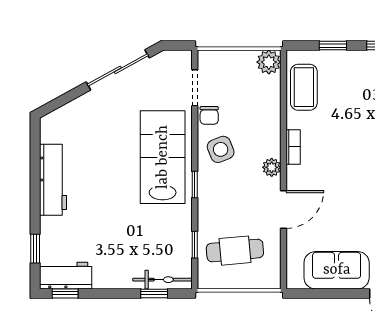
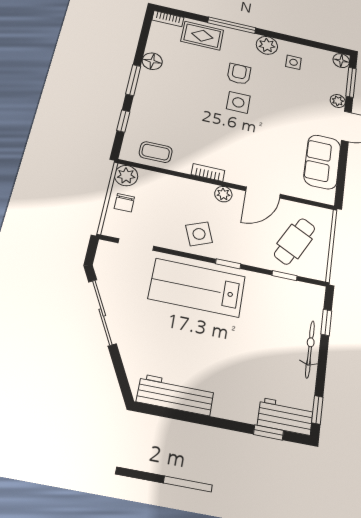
coffee table: (304, 87) -> (156, 152), width x0.73, depth x0.77
chair: (209, 115) -> (124, 203), moved, turned 90
workbench: (53, 180) -> (175, 395), moved
door: (284, 209) -> (263, 193), swing flipped
cafe table: (235, 251) -> (295, 241), turned 32
workbench: (66, 276) -> (285, 416), moved, turned 90
bicycle: (162, 280) -> (310, 349), moved

